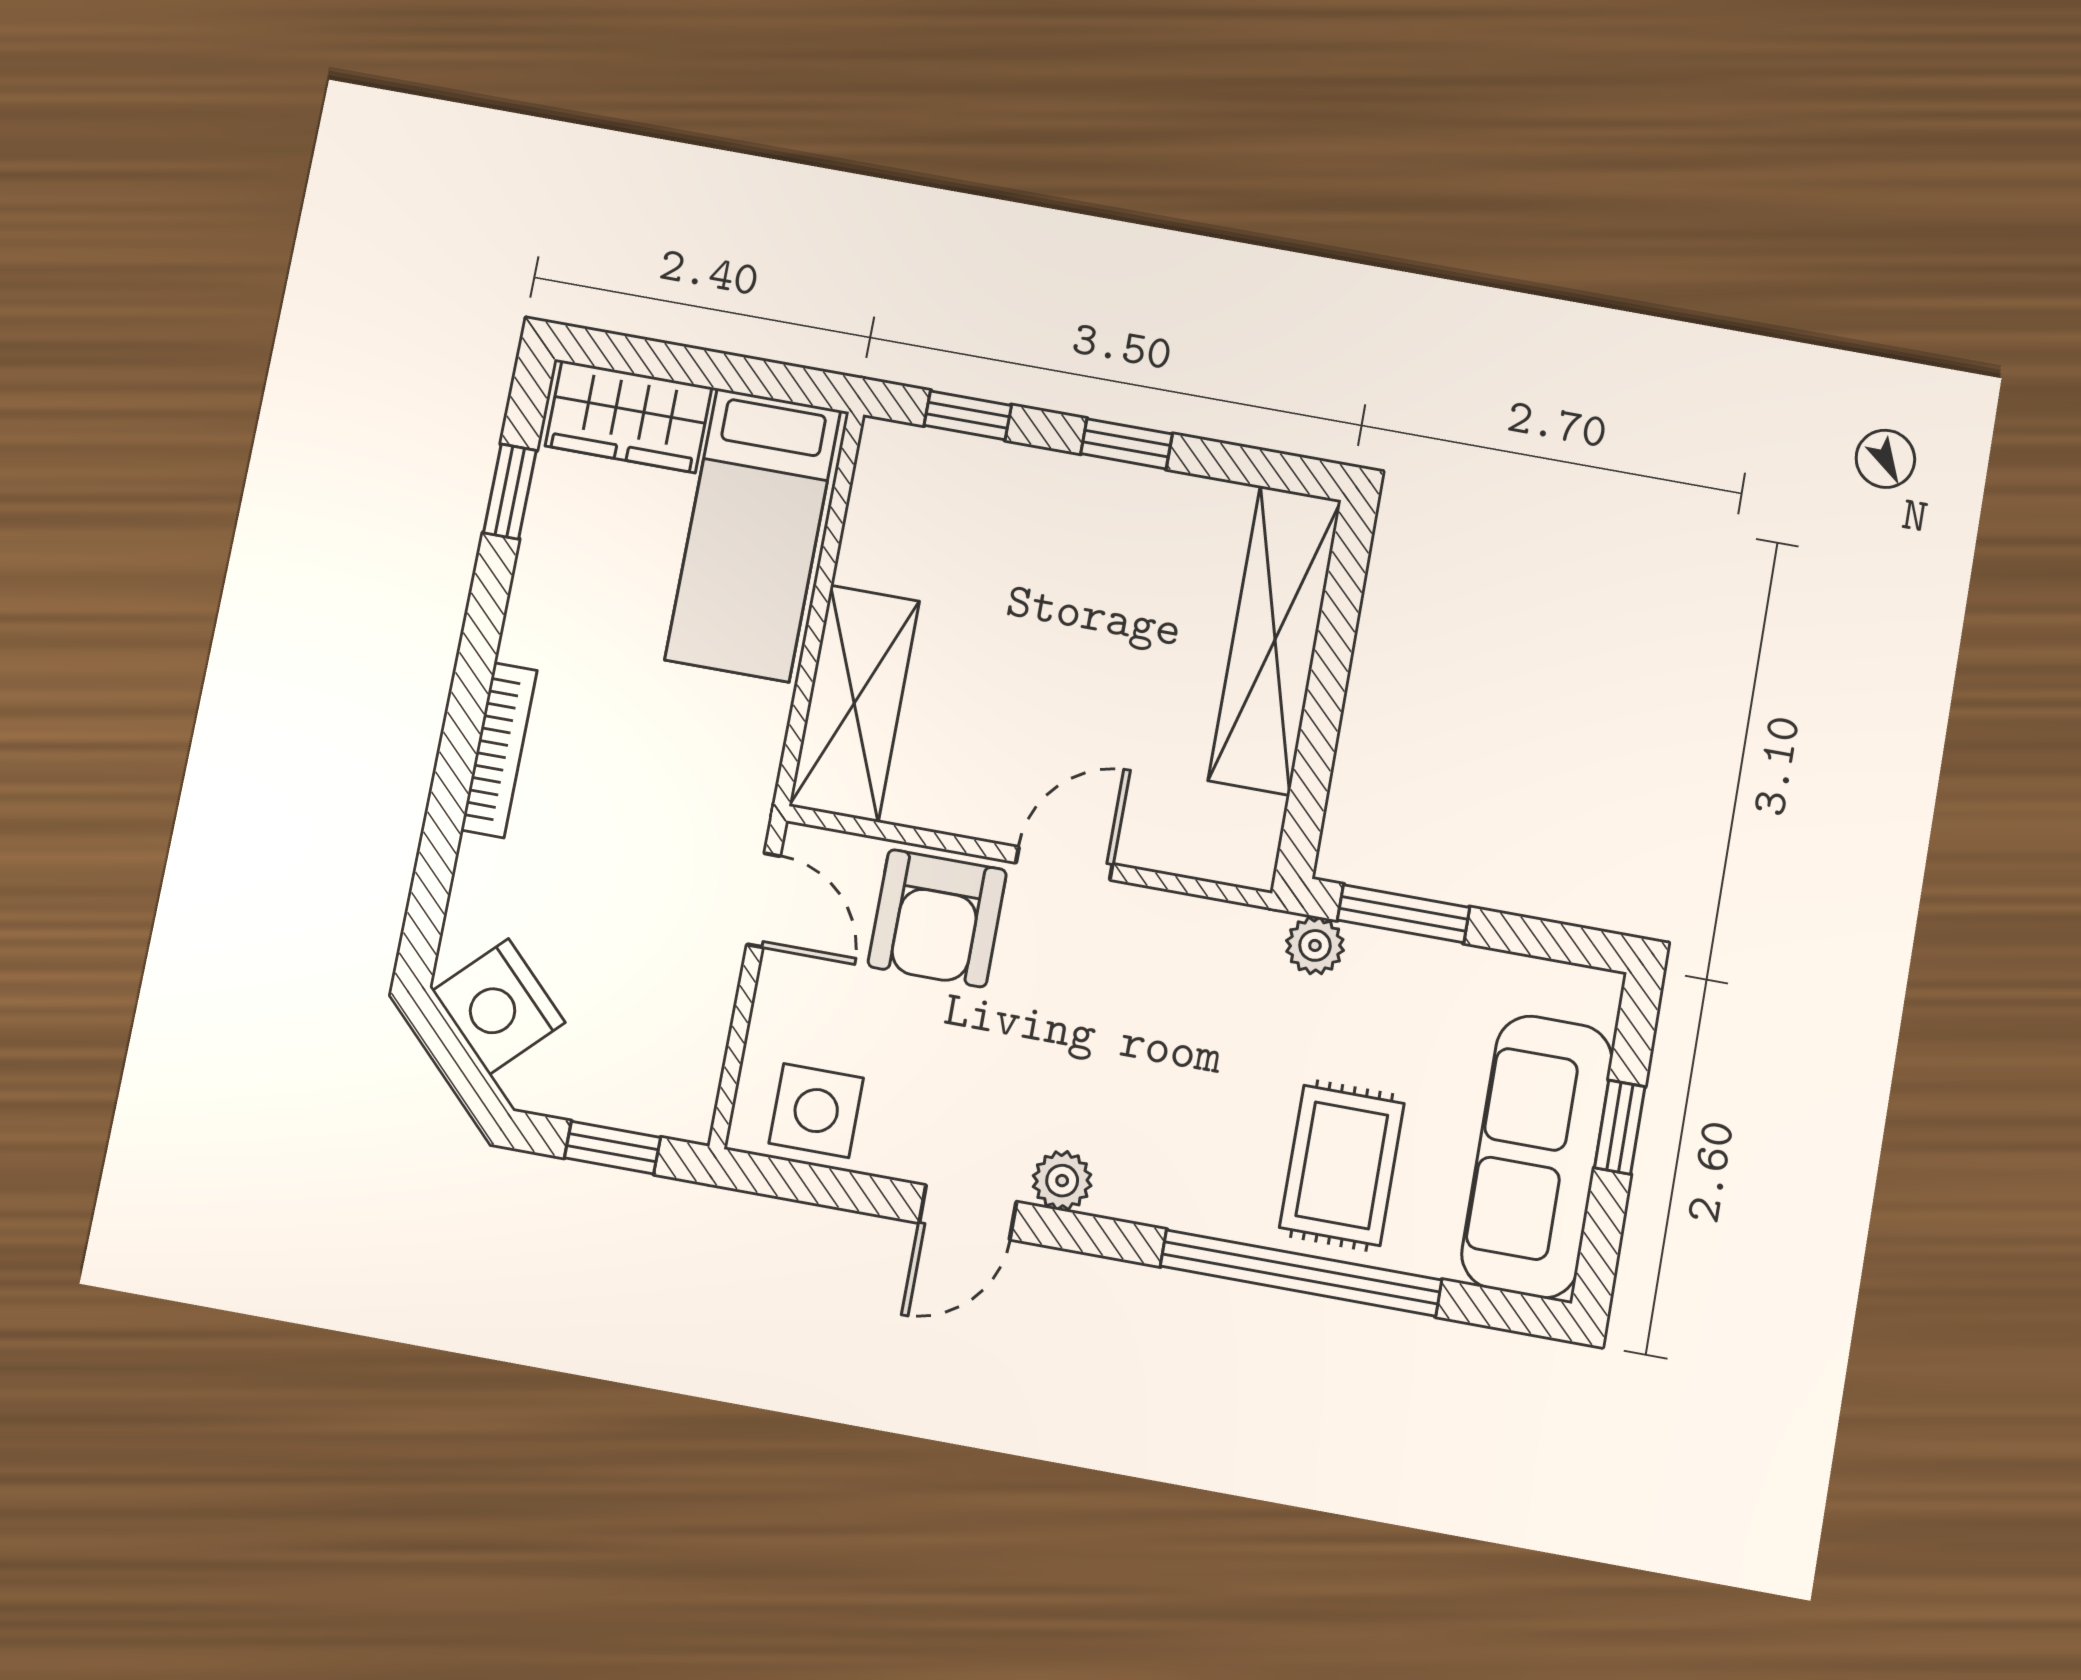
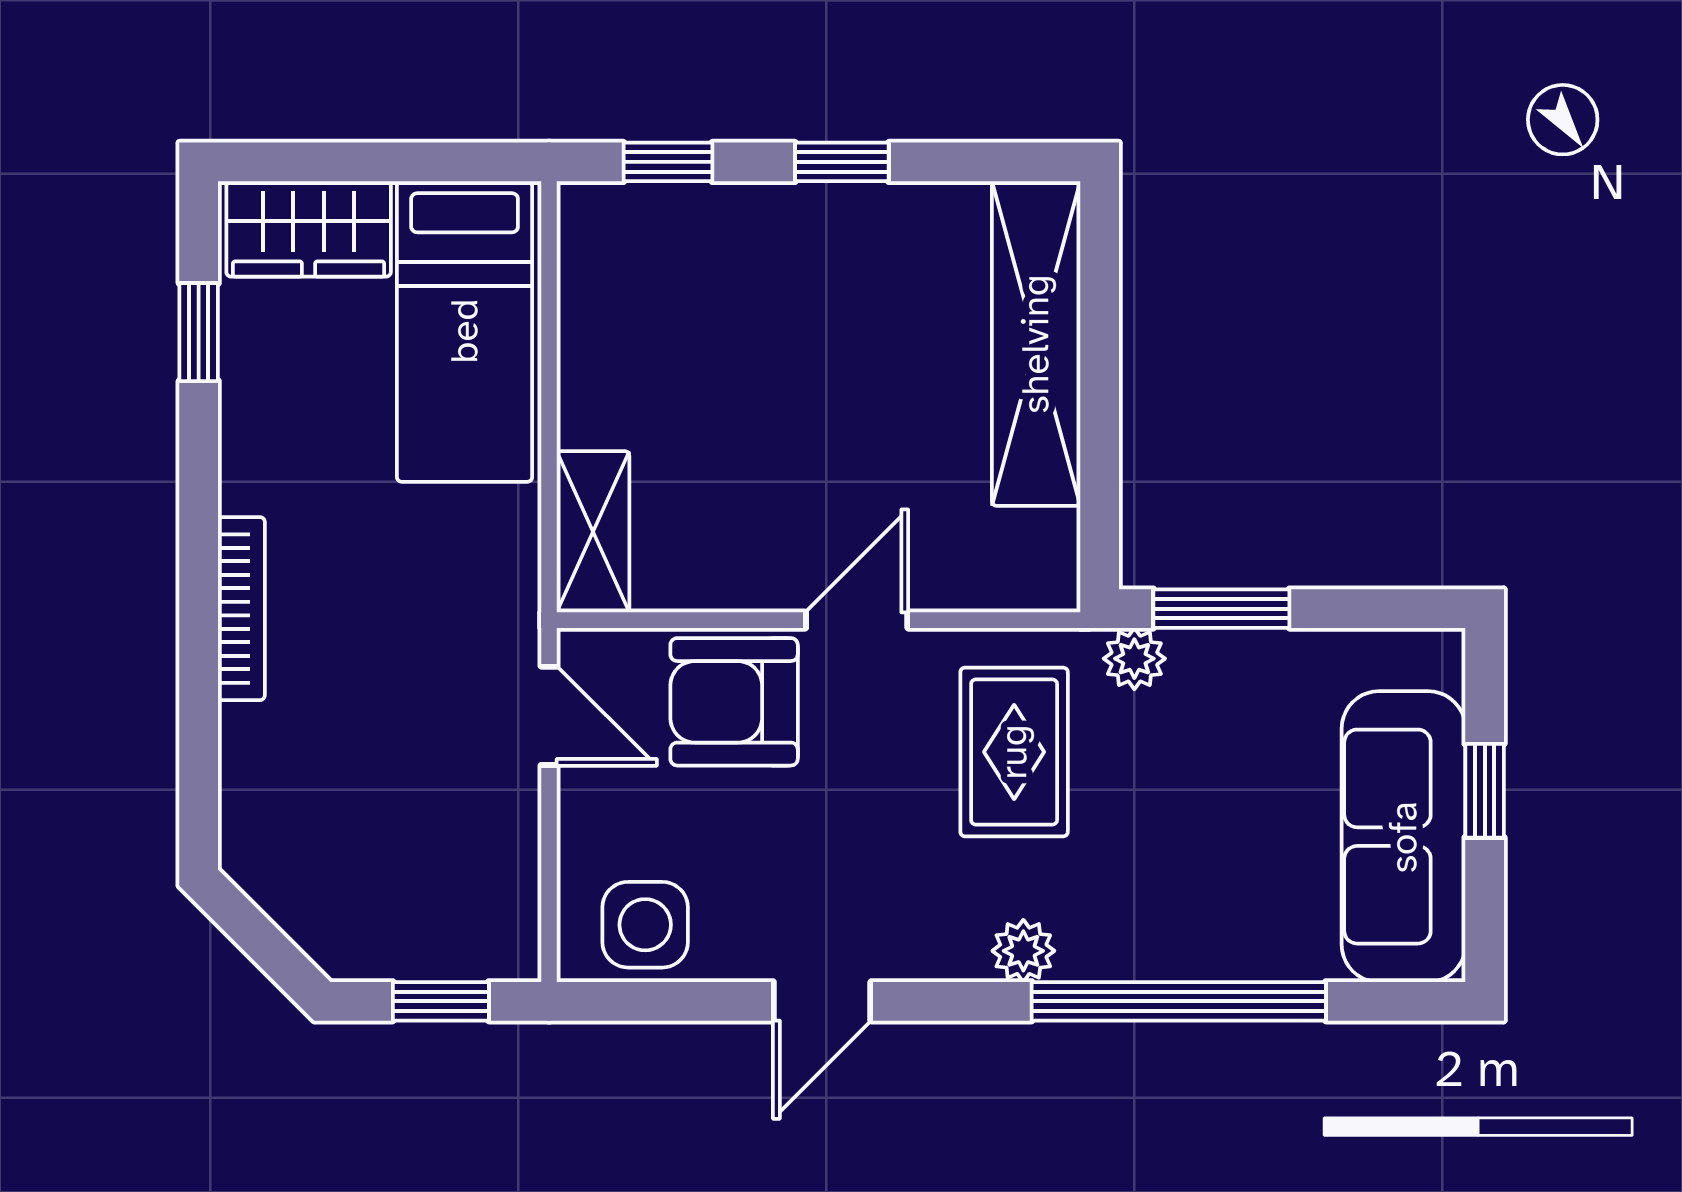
shelving: (854, 703) -> (593, 532), width x0.67, depth x0.75
armchair: (937, 918) -> (734, 702), turned 90
nightstand: (499, 1007) -> (294, 877), removed
rug: (1342, 1165) -> (1014, 752), moved
plant: (1062, 1181) -> (1023, 951), moved

